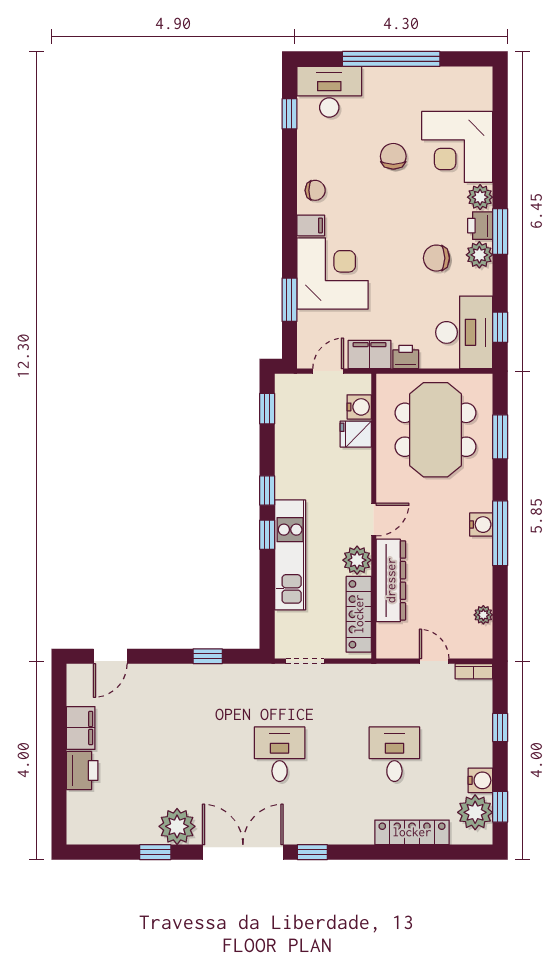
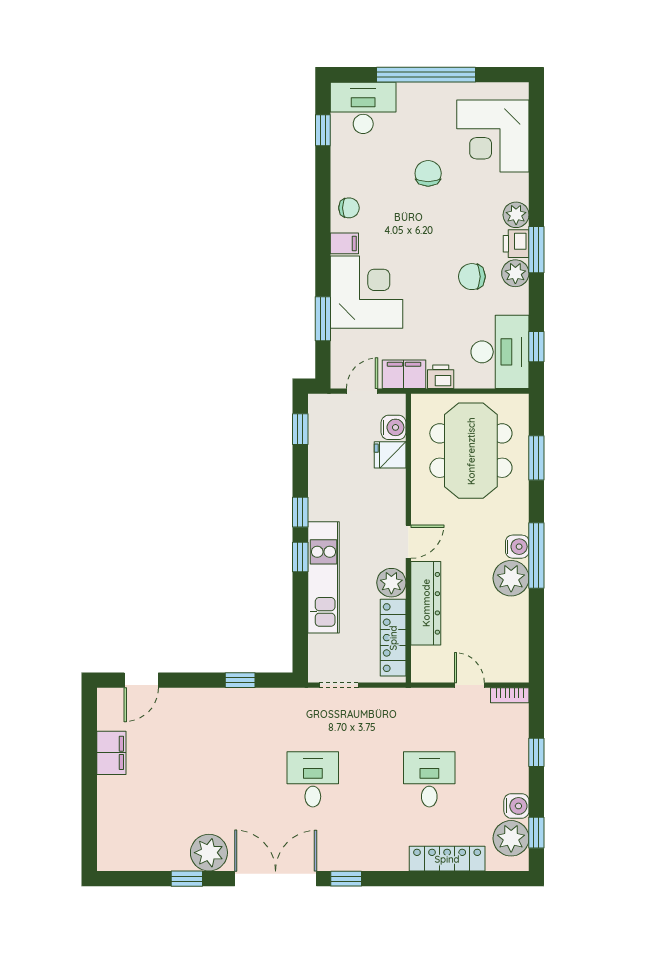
corner desk: (457, 147) -> (493, 136), moved
plant: (483, 615) -> (511, 578), moved, width x1.87, depth x1.87
printer: (82, 770) -> (113, 796), removed

